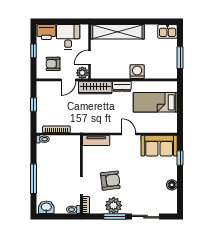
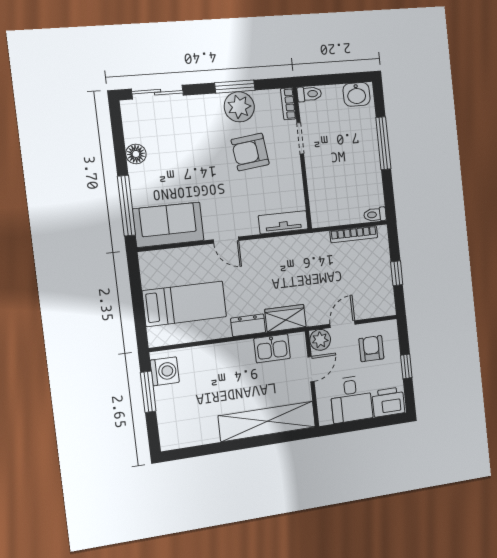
kitchen sink: (168, 31) -> (272, 348), moved, turned 180
armchair: (53, 64) -> (371, 349), turned -90
washing machine: (137, 72) -> (165, 371), moved, turned -90
wardrobe: (95, 87) -> (285, 318), width x0.67
window: (180, 158) -> (126, 206), width x2.17
sliding door: (145, 217) -> (158, 92), moved

